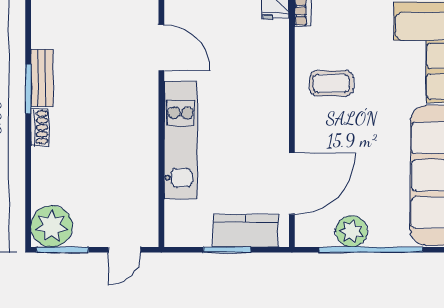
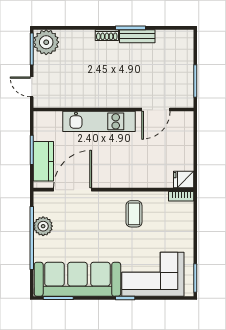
door: (292, 184) -> (72, 190), swing flipped

